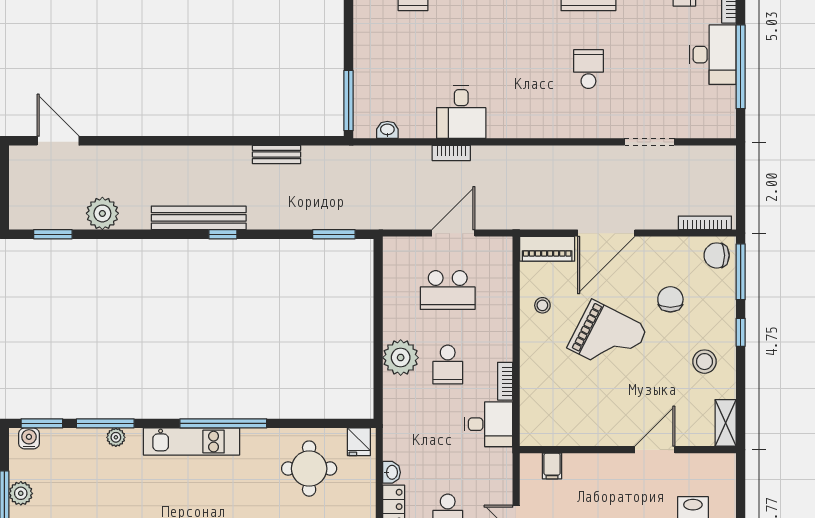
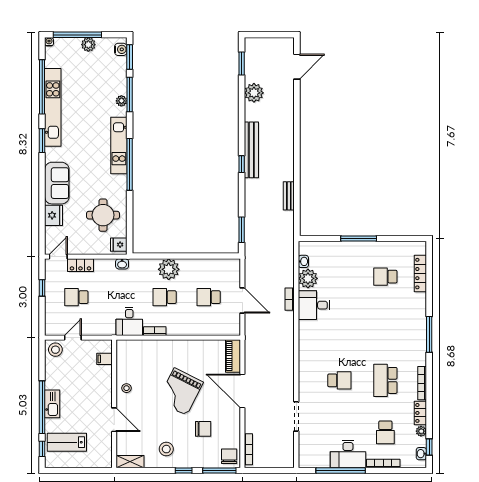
window: (349, 100) -> (359, 238), moved
plant: (416, 122) -> (308, 278), added
school desk: (448, 290) -> (209, 297), width x0.54
stool: (542, 305) -> (126, 388), moved
washbasin: (392, 472) -> (122, 264), moved

